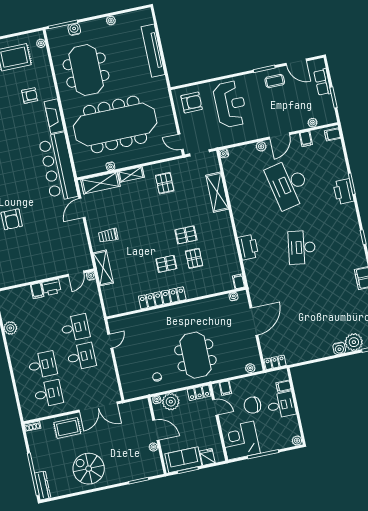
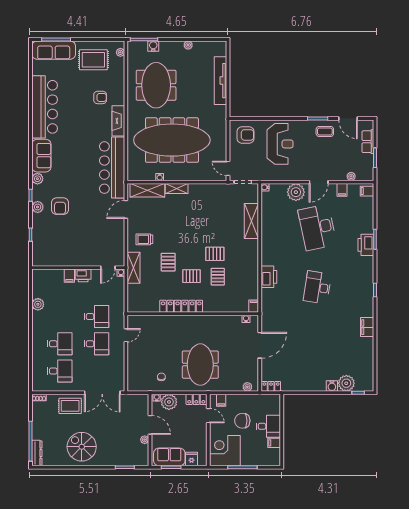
plant: (261, 146) -> (296, 192), width x1.88, depth x1.88
pallet: (165, 183) -> (168, 262), moved
filing cabinet: (284, 386) -> (274, 443), moved
plant: (297, 441) -> (276, 461), removed

